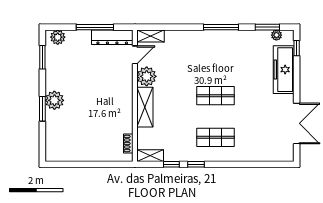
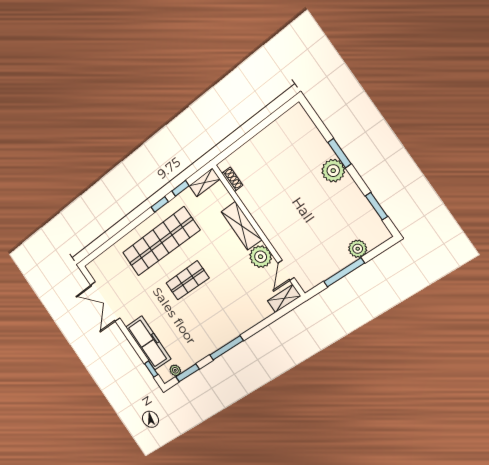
plant: (58, 37) -> (358, 249), moved
dresser: (112, 37) -> (320, 273), removed
shop shelf: (215, 137) -> (161, 242), width x2.00, depth x1.36

